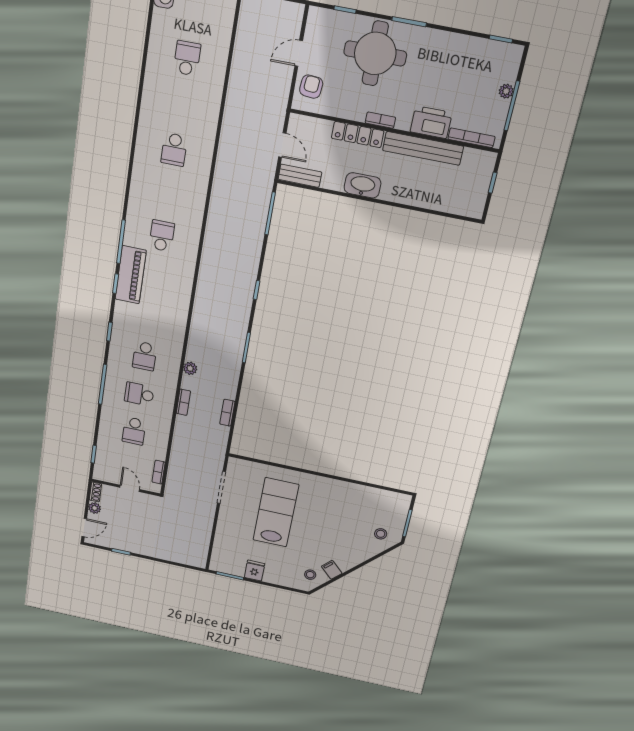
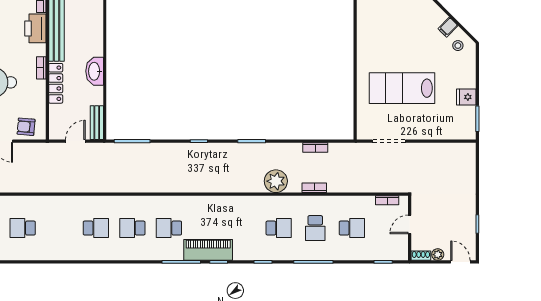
school desk: (168, 193) -> (132, 228), added
plant: (190, 368) -> (276, 181), width x1.87, depth x1.87

